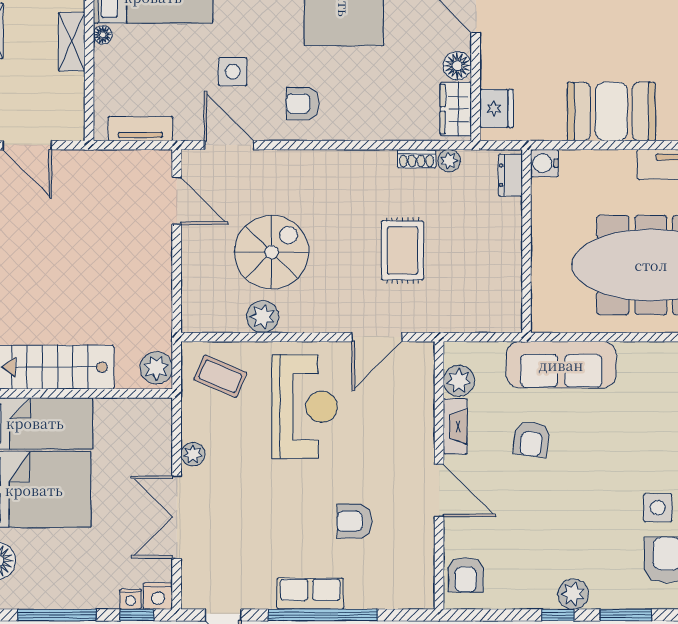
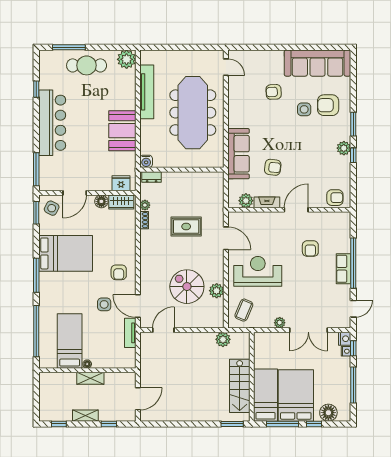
tv unit: (140, 129) -> (130, 333), moved
door: (229, 145) -> (138, 306), hinge flipped
plant: (156, 368) -> (223, 339), moved

